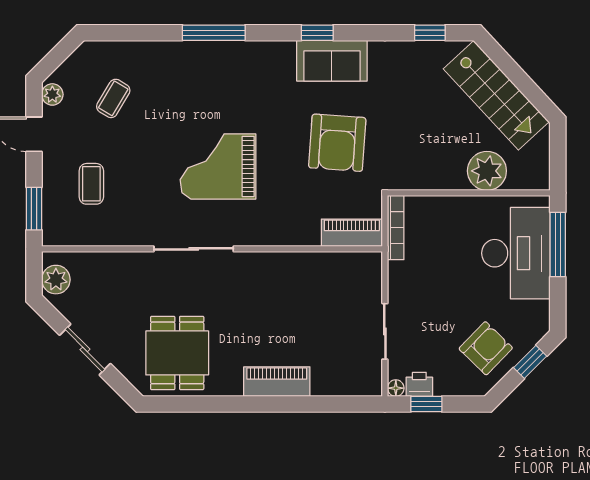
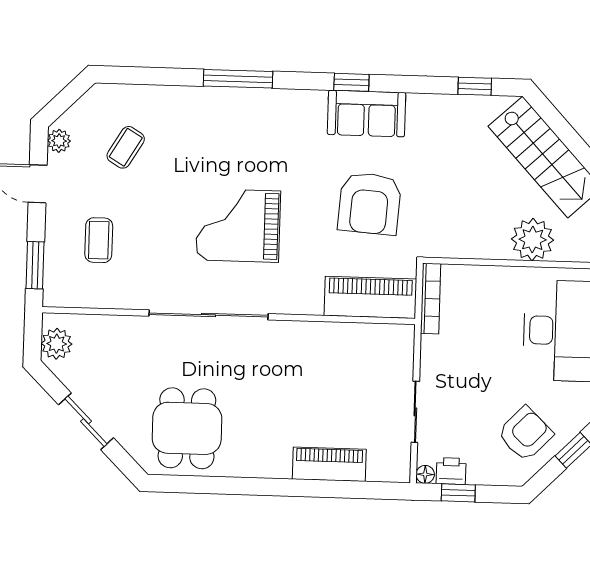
piano: (352, 233) -> (370, 297), width x1.37, depth x1.33
sliding door: (194, 249) -> (209, 315), width x1.36
piano: (277, 382) -> (329, 464), moved

